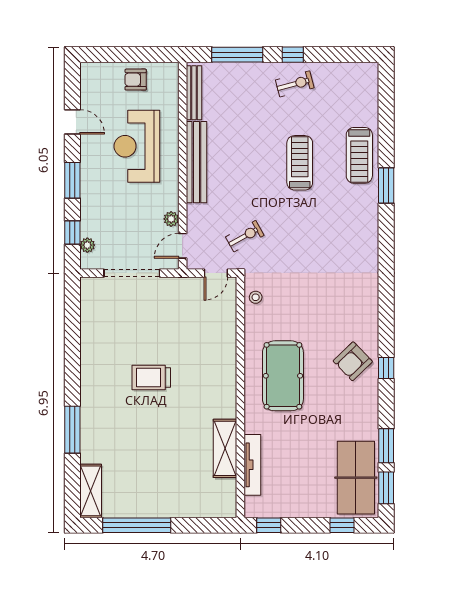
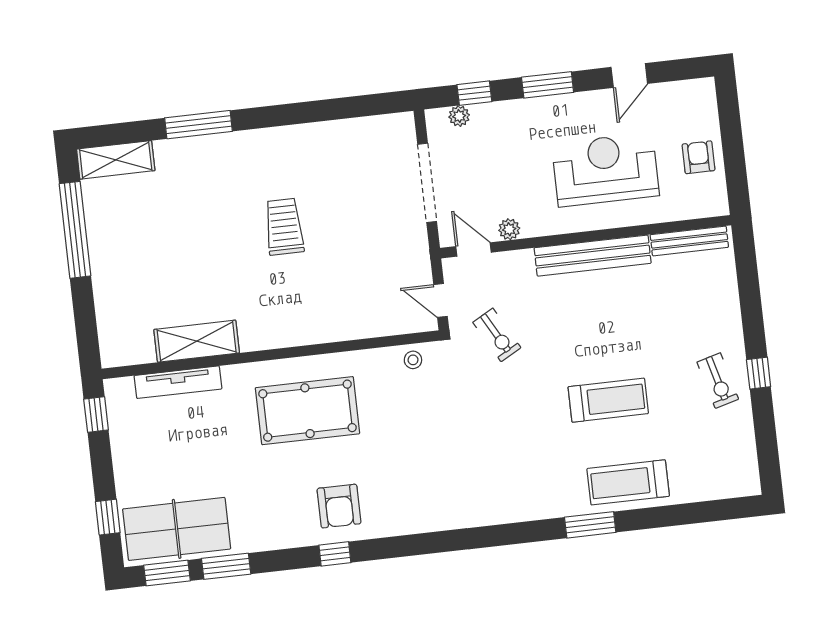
window: (237, 55) -> (750, 296), removed
armchair: (353, 361) -> (339, 506), turned -136

